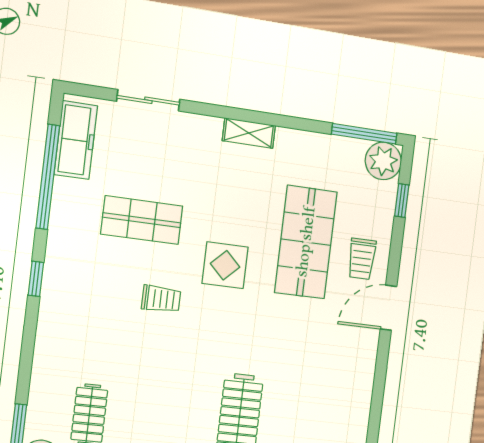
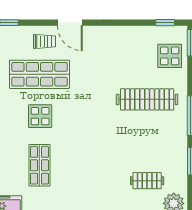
display table: (225, 265) -> (40, 116), moved
trolley: (161, 299) -> (80, 150), removed

